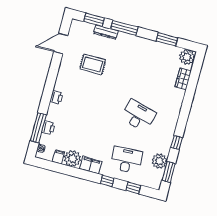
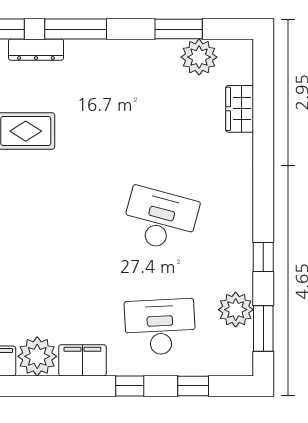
plant: (187, 57) -> (199, 57), moved

